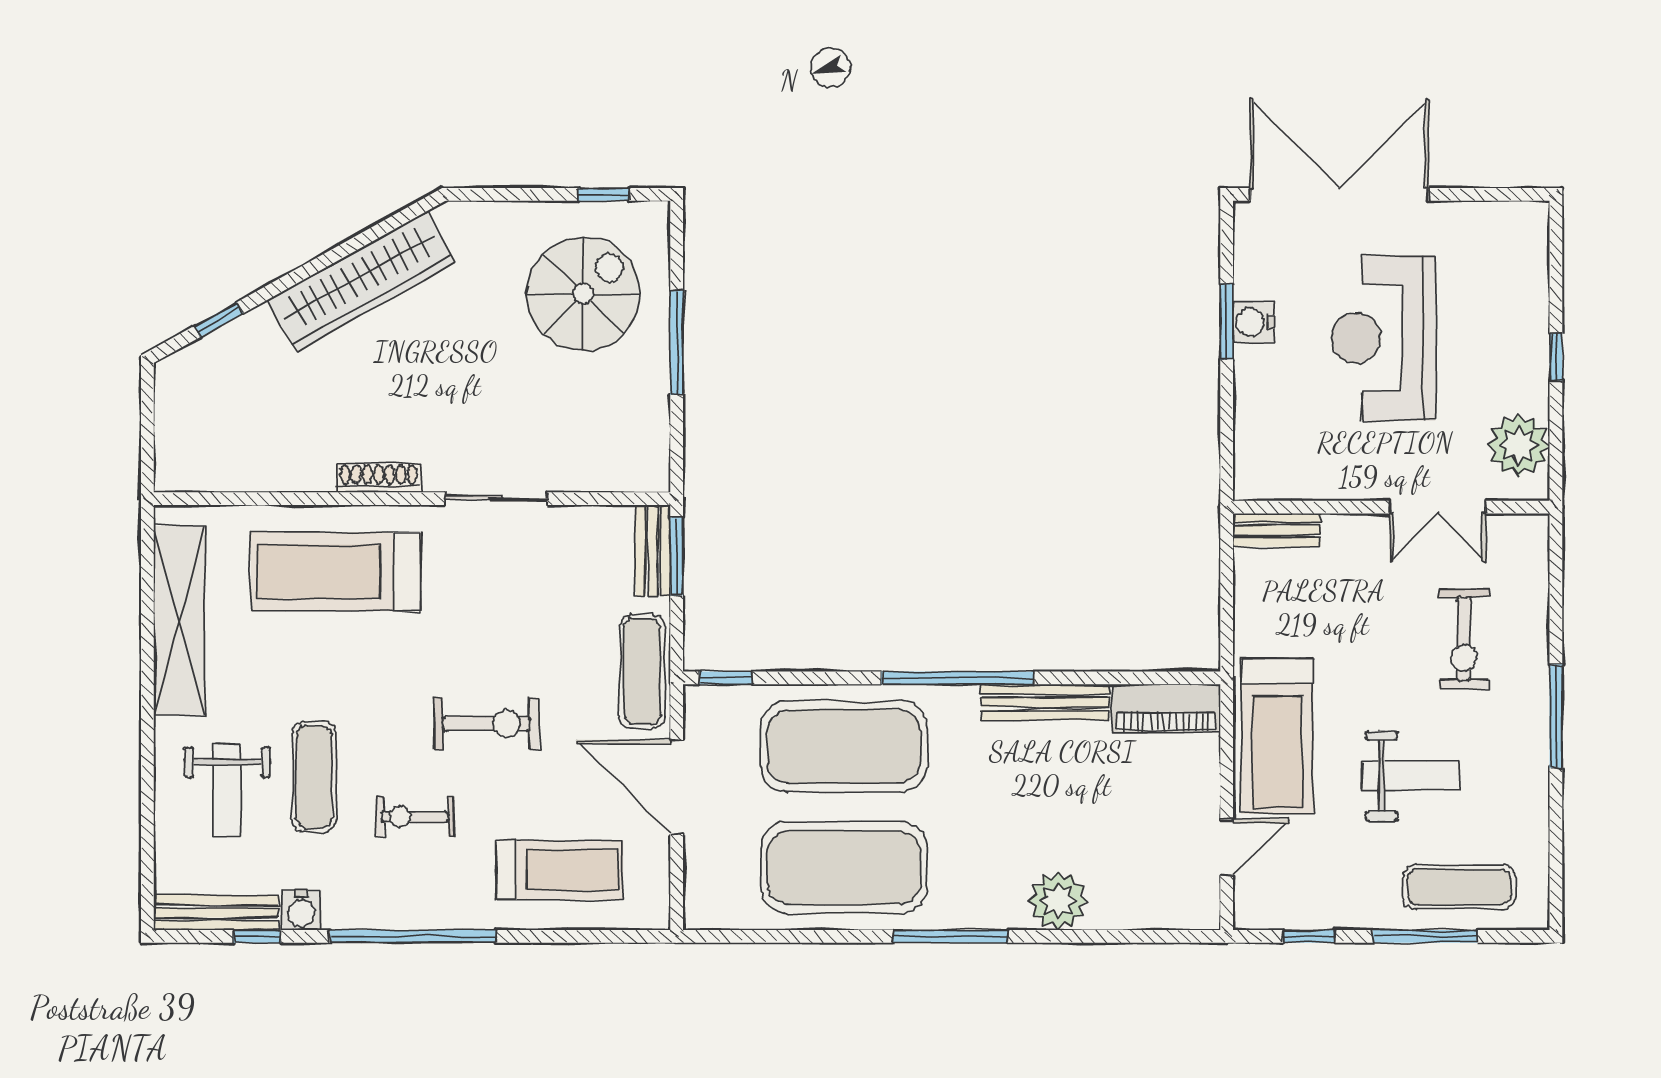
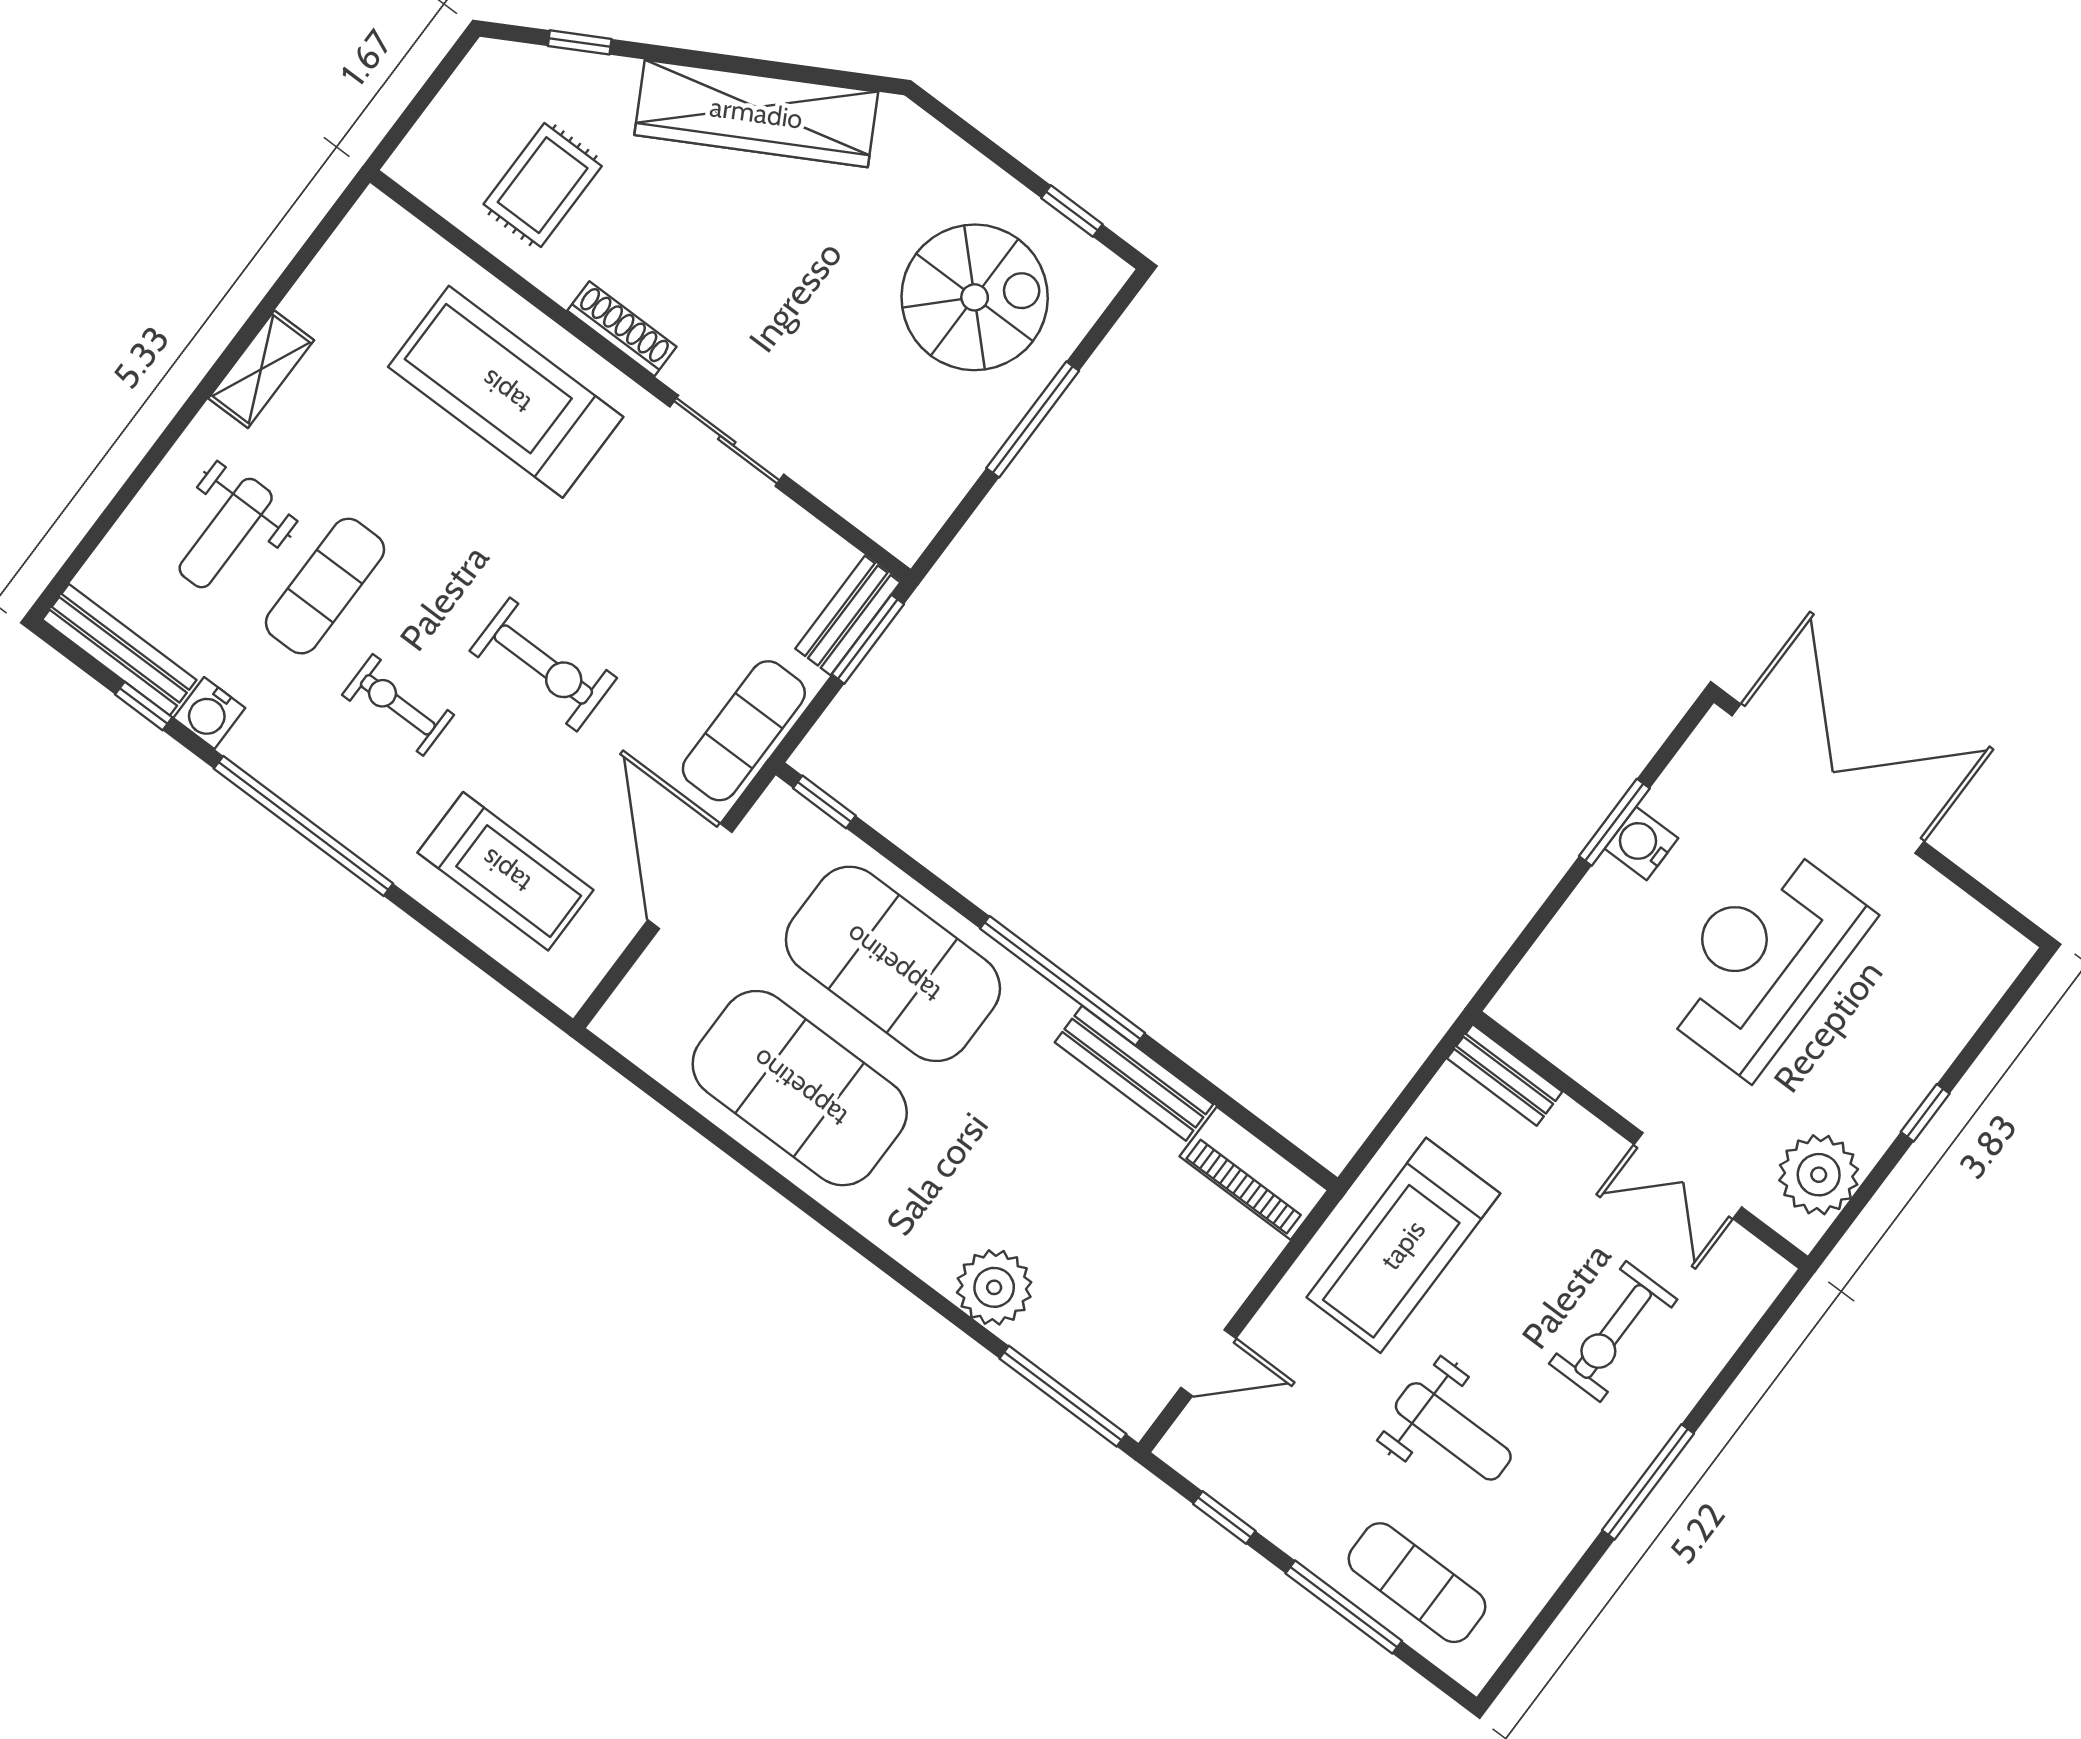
rug: (262, 426) -> (543, 185), added
shelving: (179, 620) -> (261, 369), width x0.45, depth x0.75
treadmill: (1277, 736) -> (1403, 1245), moved
window: (950, 936) -> (1063, 1396), moved

